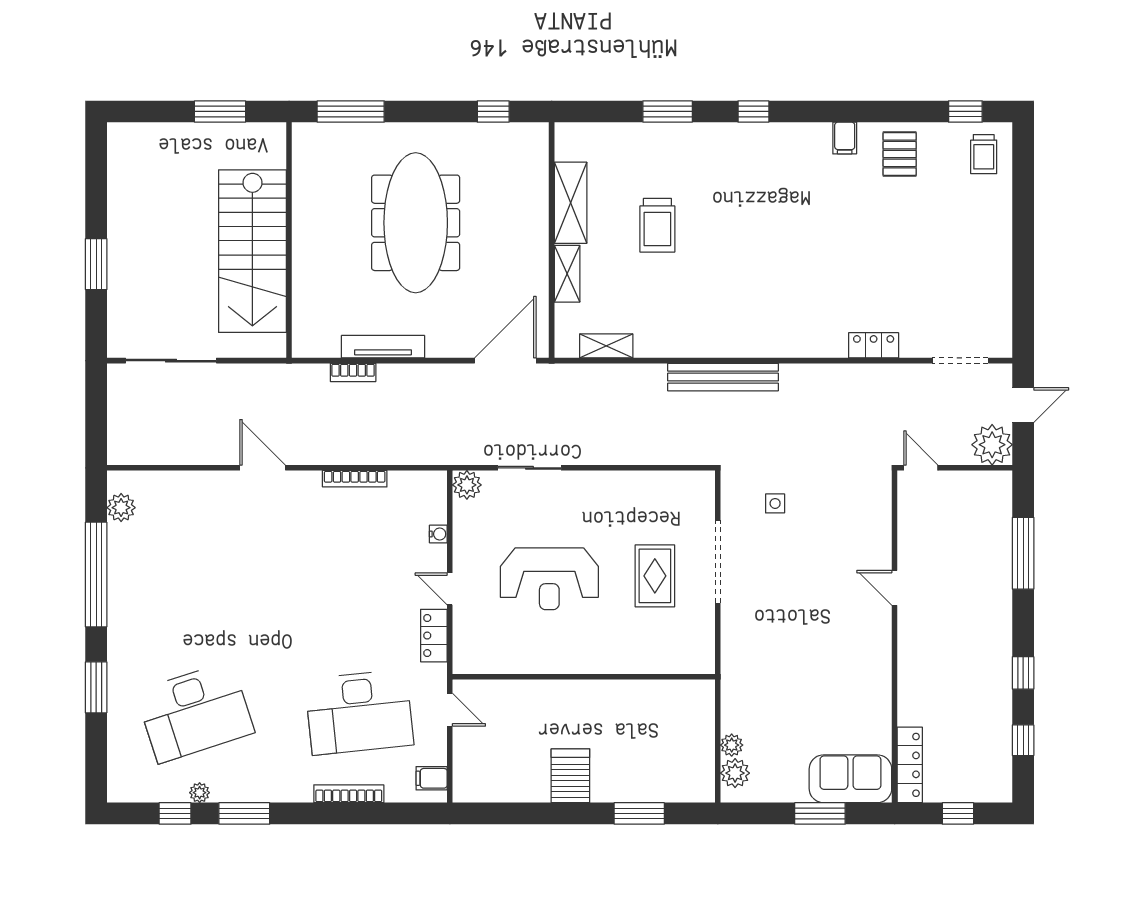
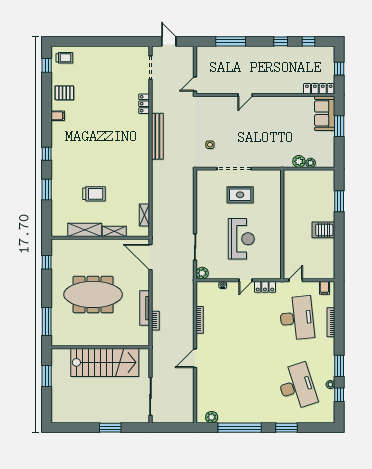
bench: (723, 377) -> (157, 136), moved
plant: (992, 445) -> (185, 54), removed
plant: (735, 773) -> (299, 161), moved

